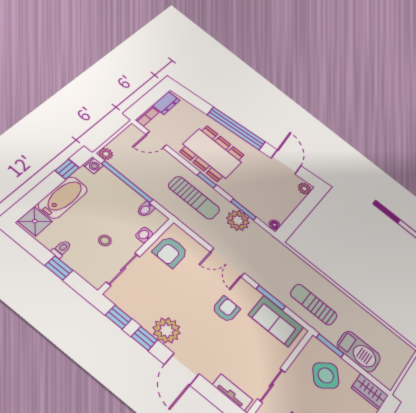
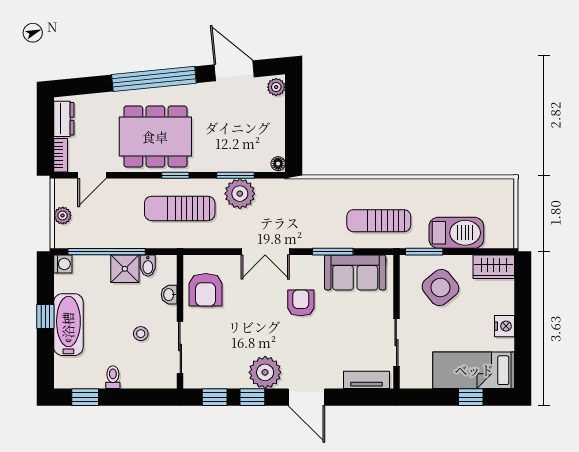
plant: (106, 154) -> (63, 215), moved
window: (67, 169) -> (45, 317), moved
sun lounger: (194, 198) -> (180, 208), turned 180
shower: (35, 221) -> (125, 269), moved
window: (59, 268) -> (85, 397), moved

